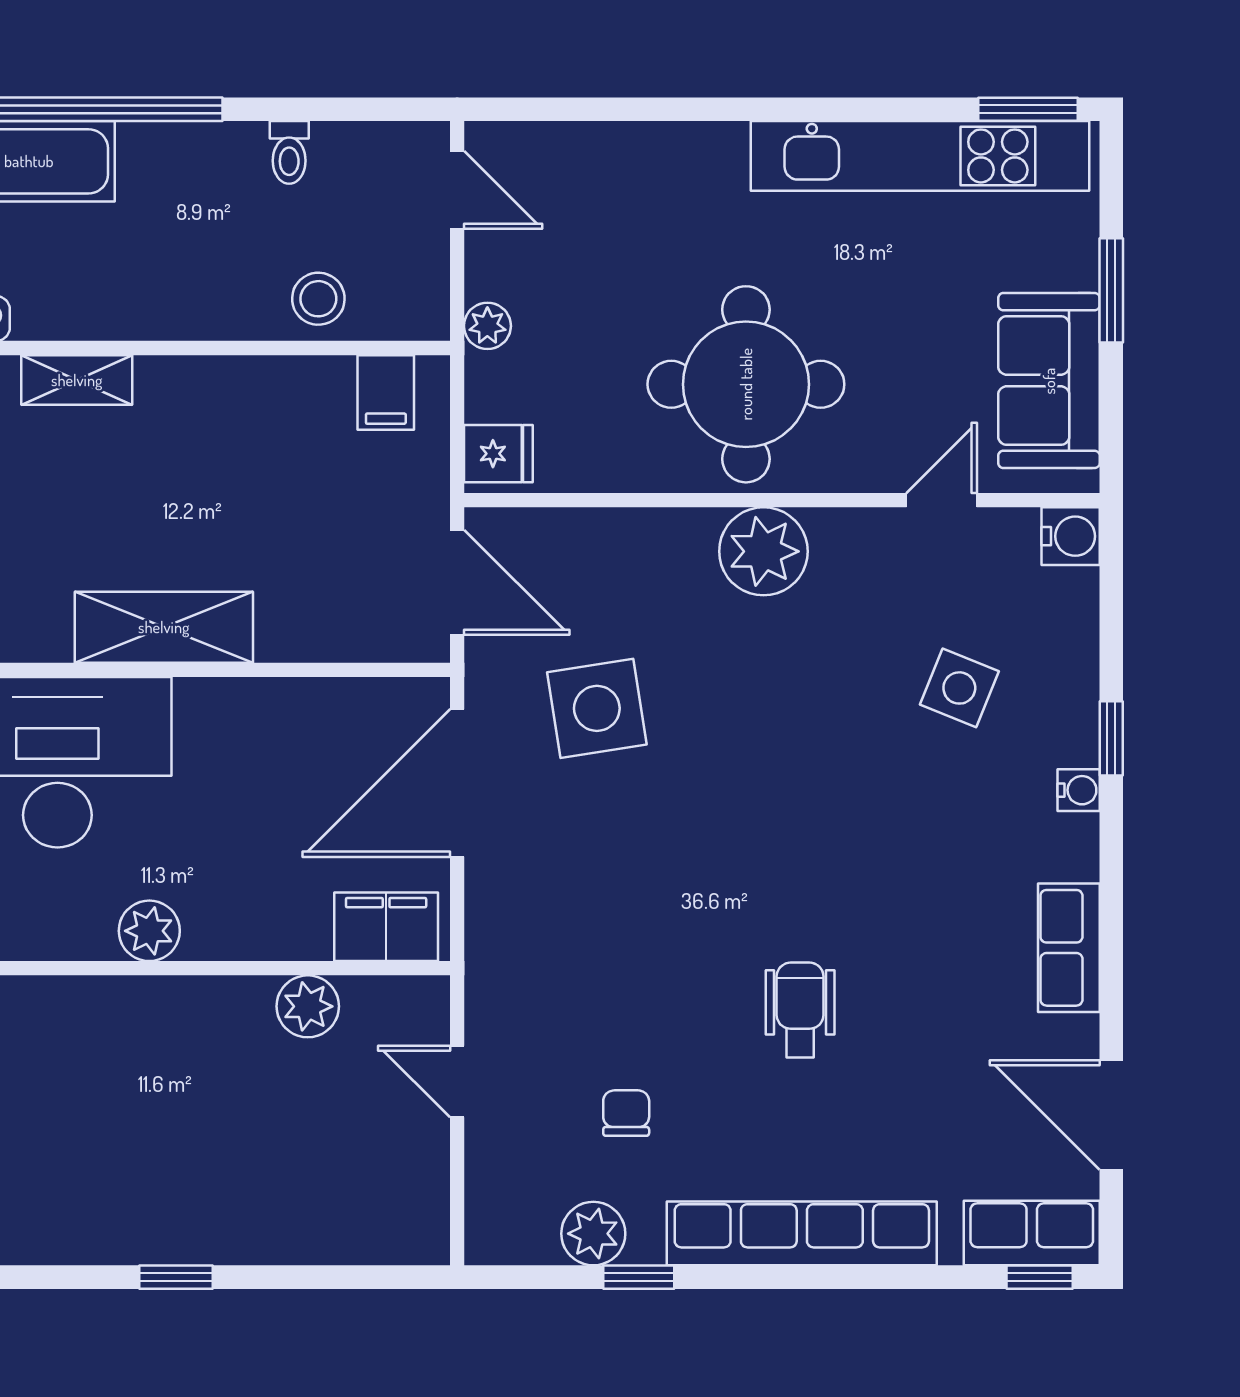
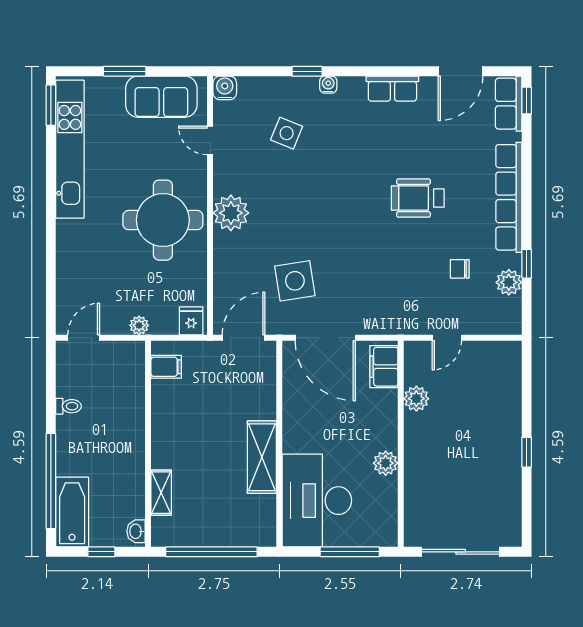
stool: (318, 299) -> (128, 394), removed
wheelchair: (800, 1010) -> (418, 198), width x1.36, depth x1.37

